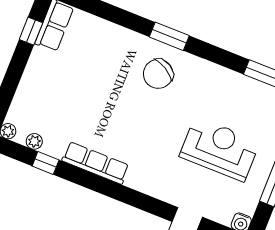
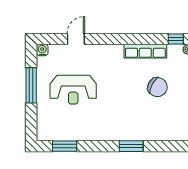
chair: (158, 74) -> (157, 87), moved, turned 88

